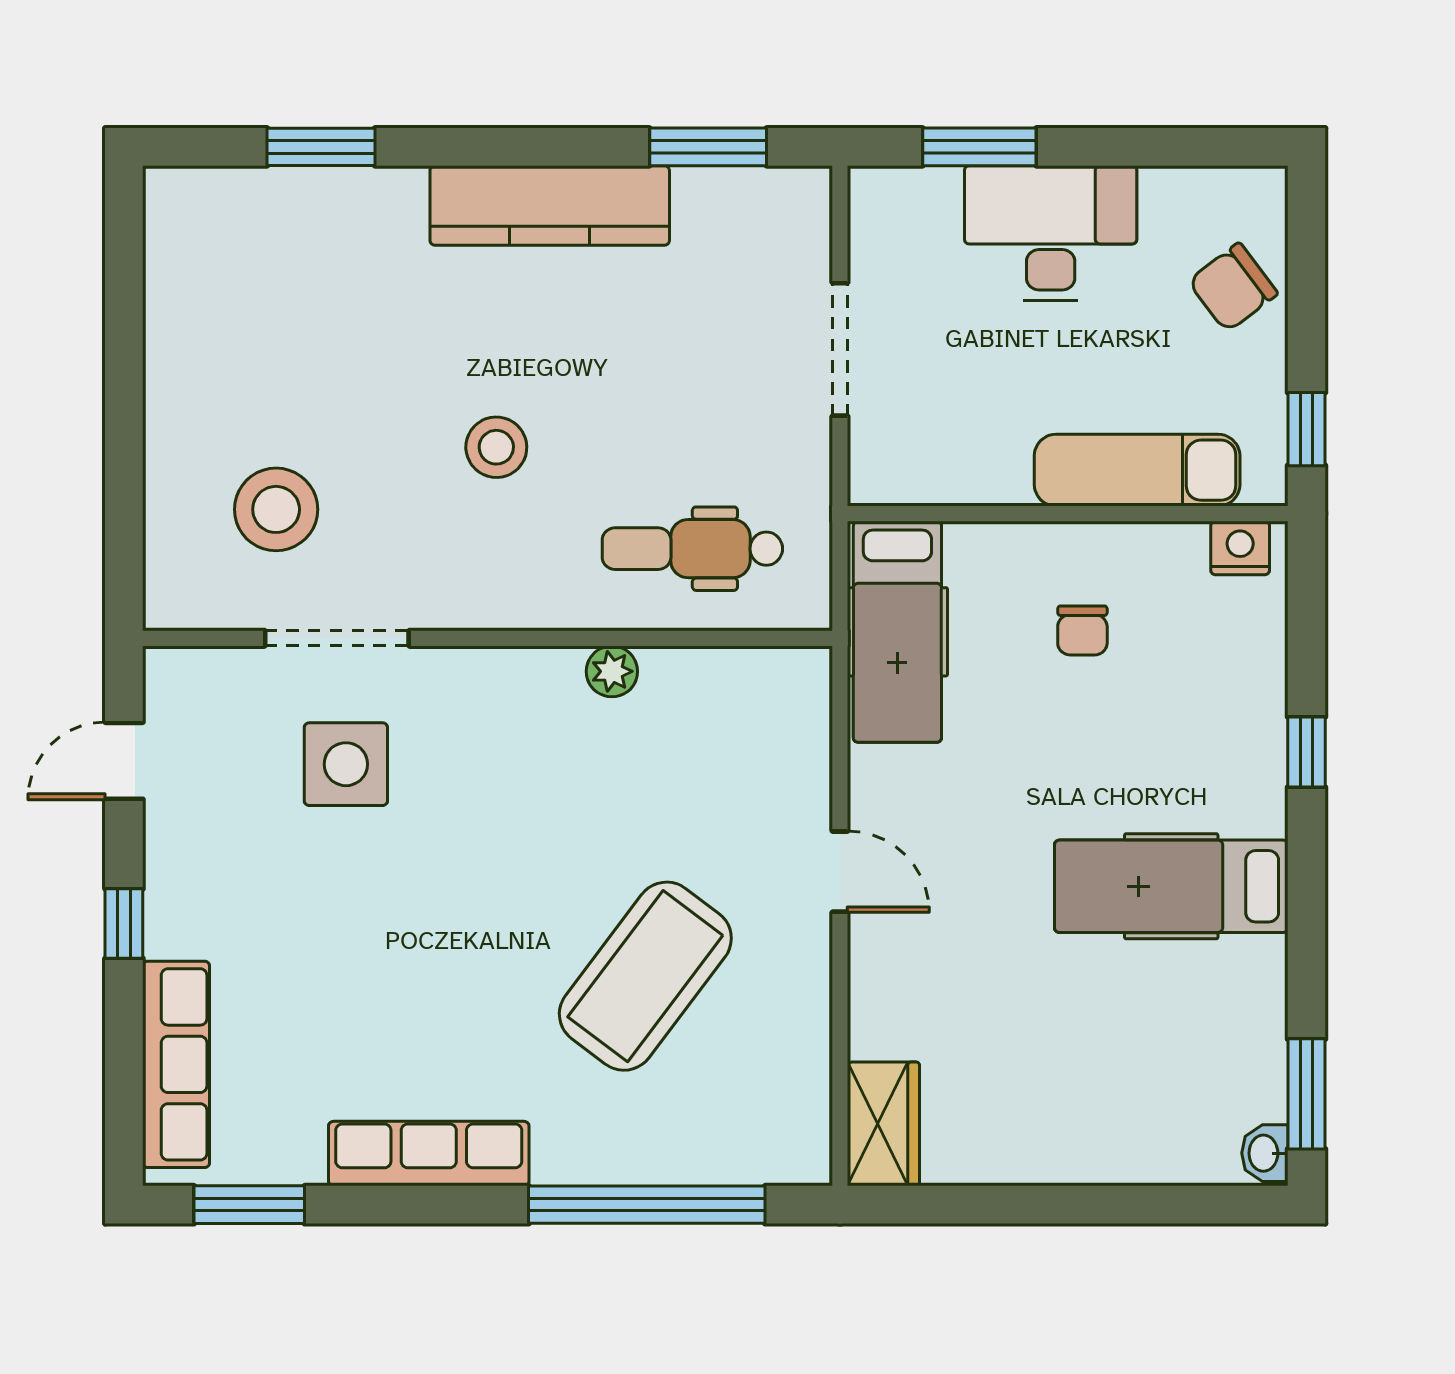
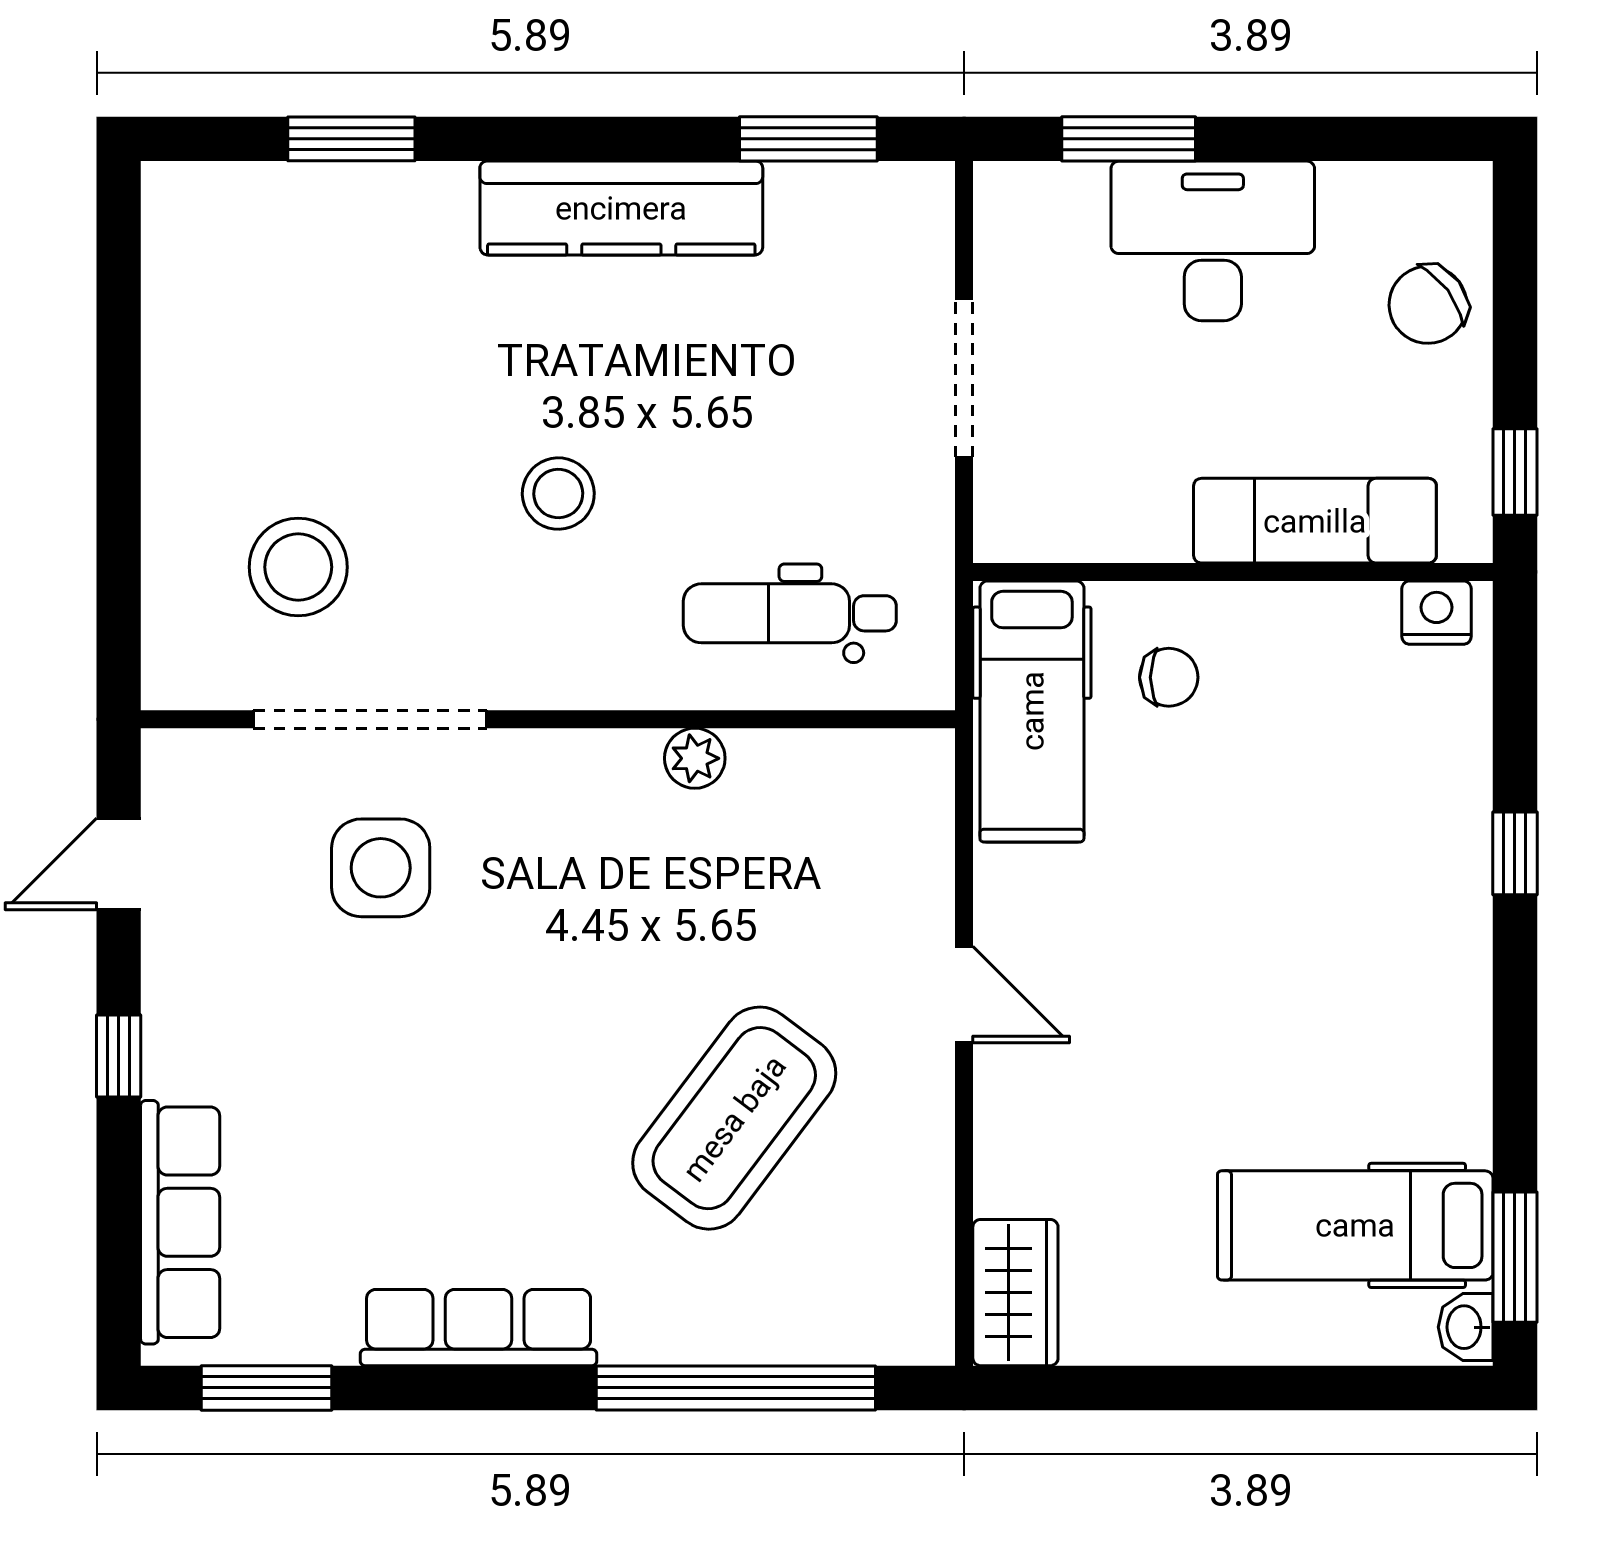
chair: (1082, 630) -> (1169, 677), moved, turned -90
doorway: (337, 638) -> (370, 719), width x1.36
hospital bed: (1171, 886) -> (1355, 1225), moved

